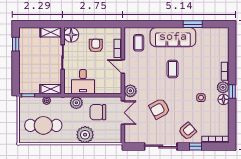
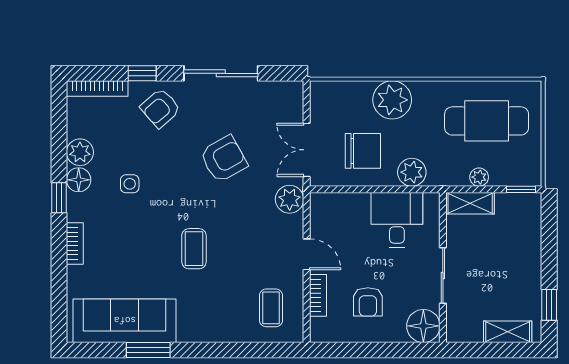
shelving: (51, 32) -> (508, 332), moved
sofa: (173, 37) -> (125, 321), moved
plant: (223, 87) -> (80, 152), moved

